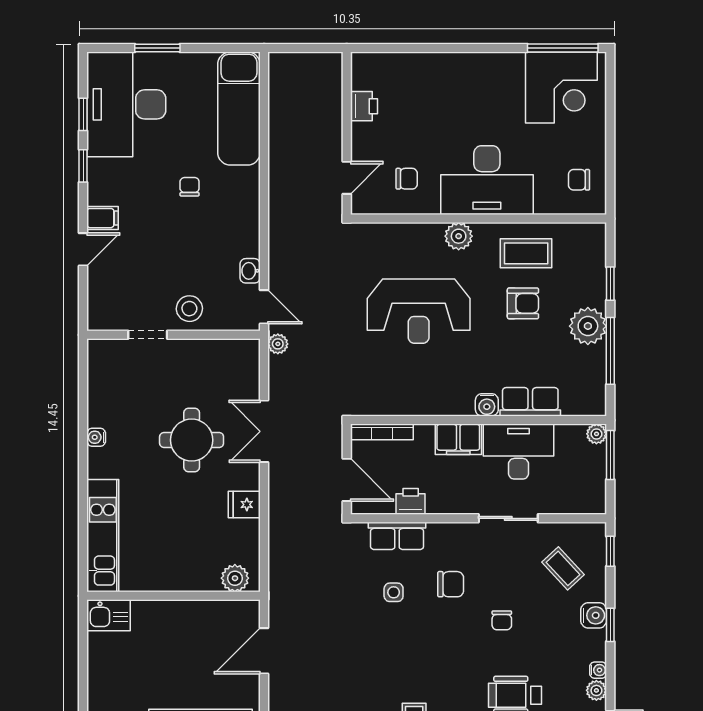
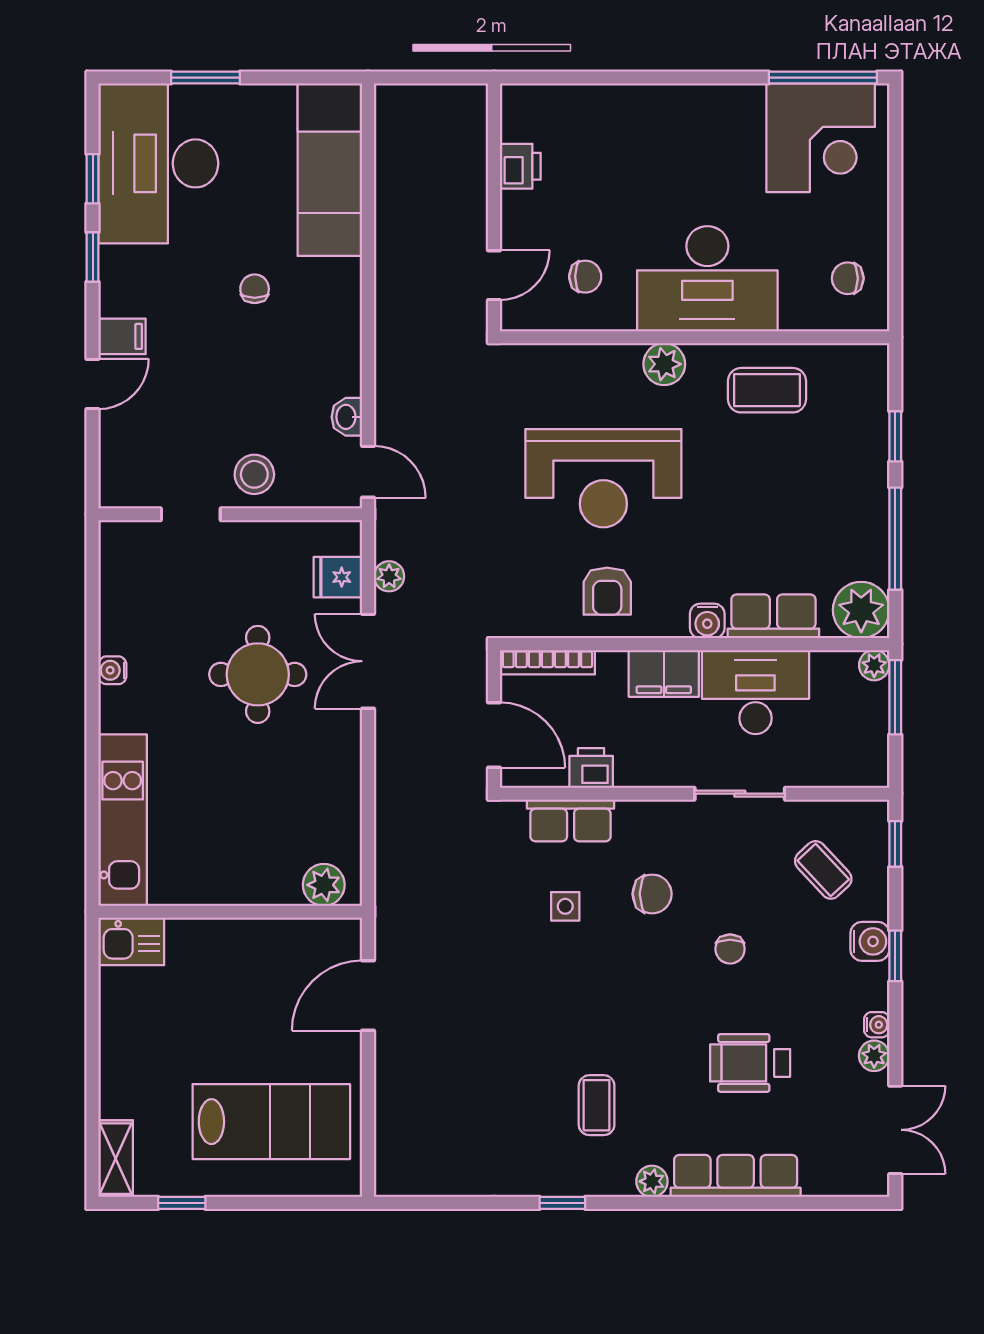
armchair: (523, 303) -> (607, 591), moved, turned 90
plant: (588, 326) -> (861, 610), moved
plant: (278, 344) -> (389, 576), moved
fridge: (244, 504) -> (338, 577), moved

